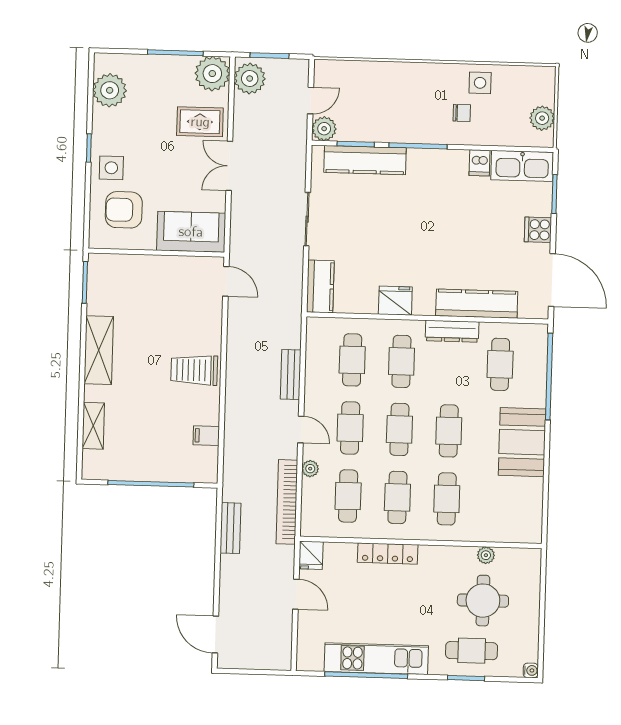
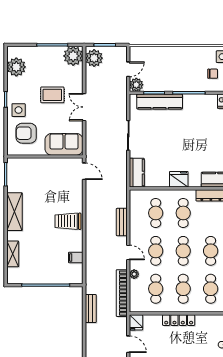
rug: (200, 122) -> (52, 95), moved

